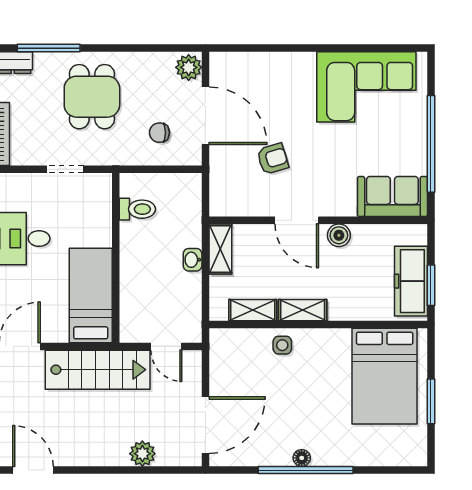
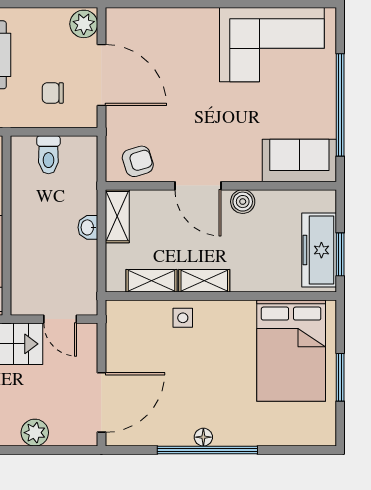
armchair: (273, 159) -> (138, 161), moved
toilet: (137, 209) -> (48, 155), moved, turned 90

